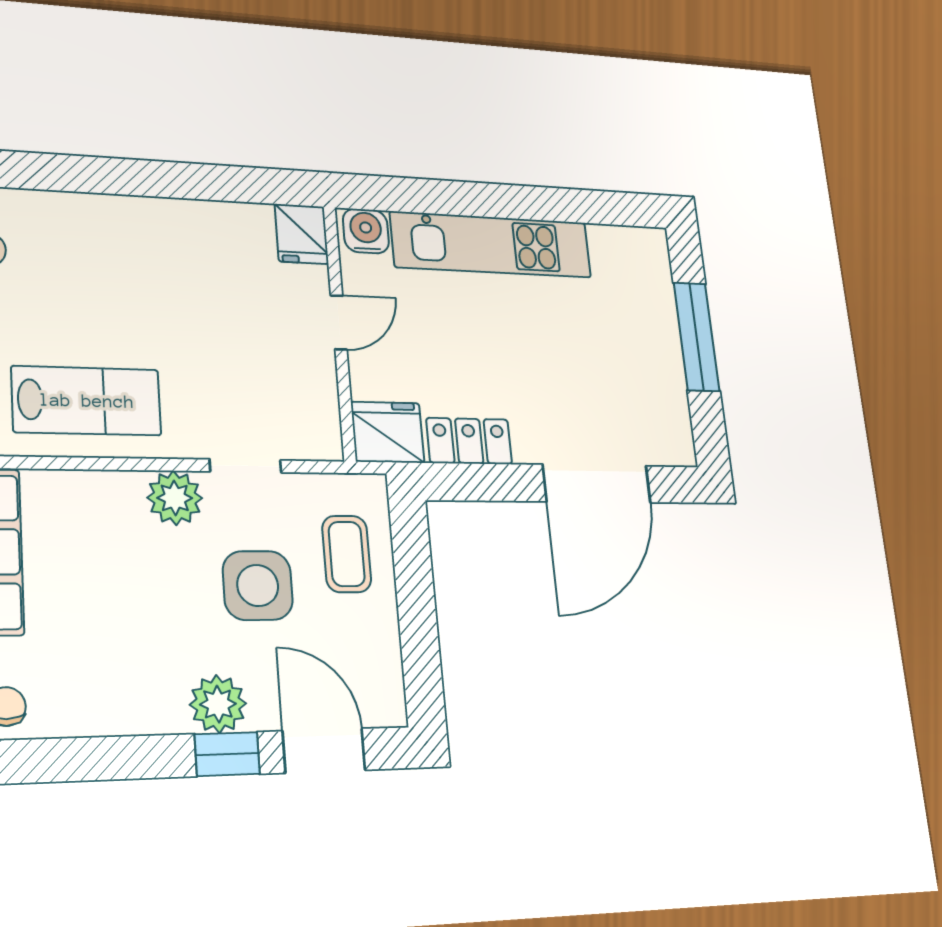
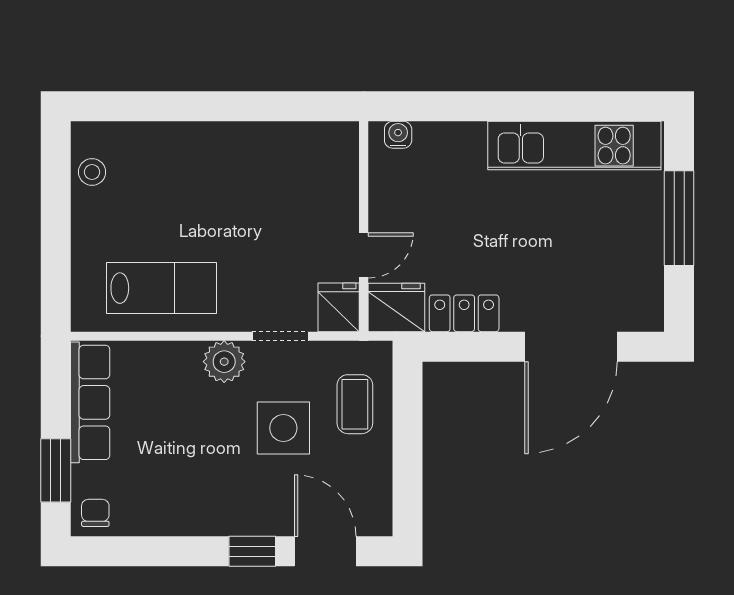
water cooler: (366, 231) -> (398, 135), width x0.72, depth x0.72
fridge: (302, 234) -> (339, 307), moved, turned 180
kitchen unit: (491, 245) -> (574, 146), moved
door: (339, 322) -> (364, 255), moved
plant: (218, 704) -> (248, 515), removed

